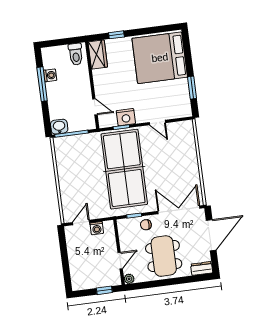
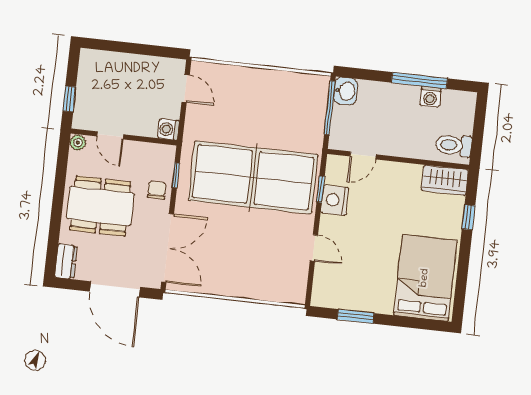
bed: (160, 58) -> (425, 278), width x0.73
door: (157, 123) -> (314, 248), swing flipped
washing machine: (97, 228) -> (168, 129), moved

